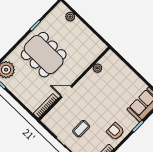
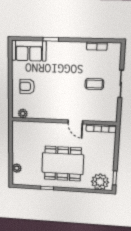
dining table: (44, 55) -> (63, 164), turned 90
plant: (97, 68) -> (23, 113), moved
armchair: (115, 131) -> (27, 86), moved, turned 90

